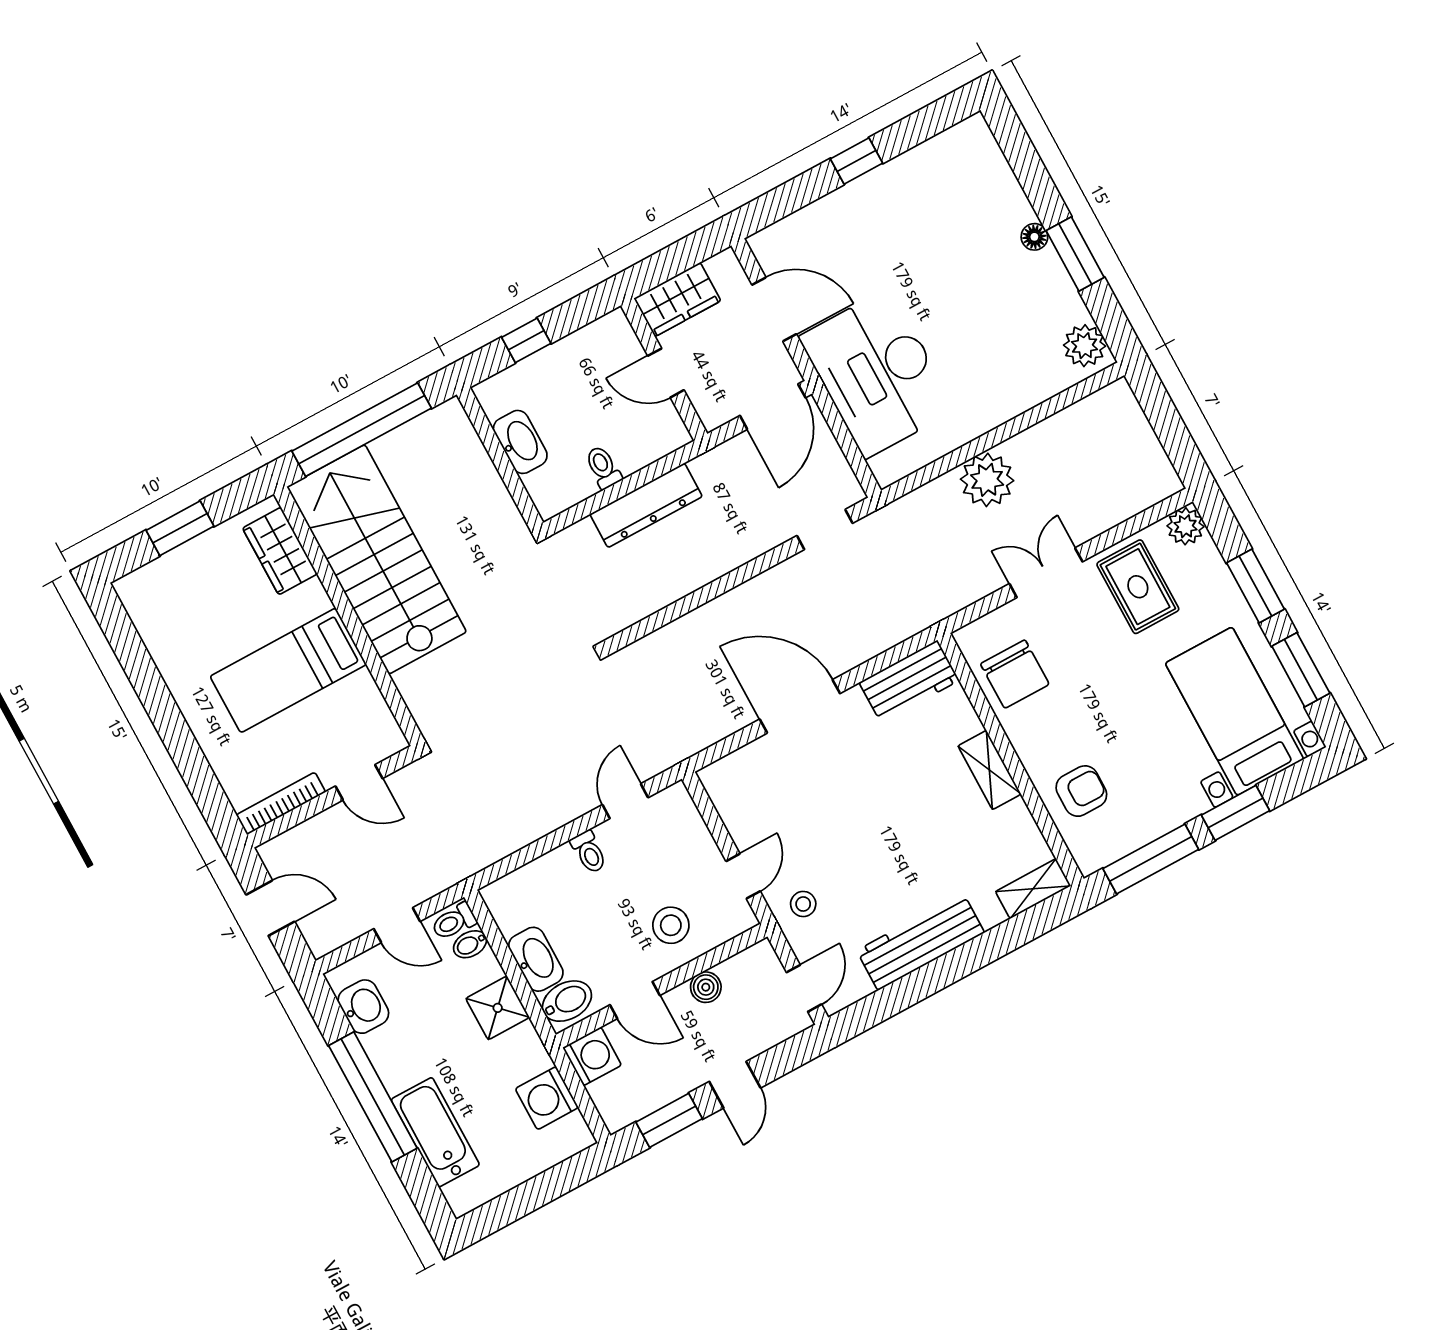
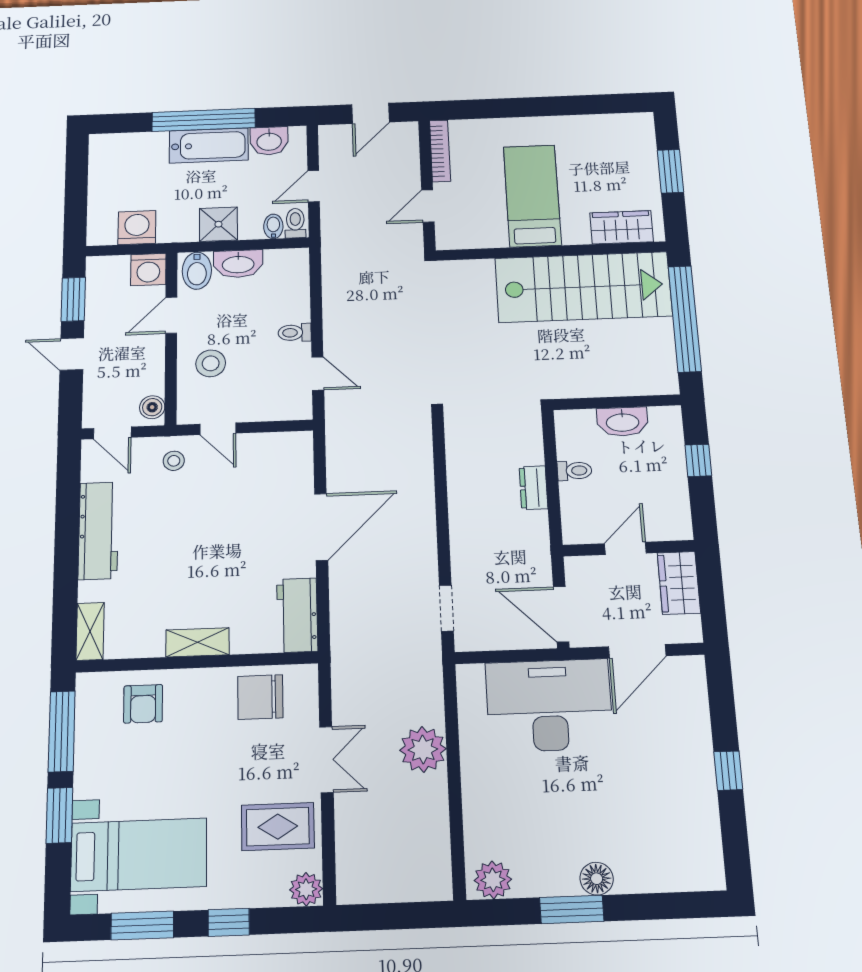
floor lamp: (1034, 237) -> (597, 879), width x1.37, depth x1.37
dresser: (646, 505) -> (534, 488), width x0.51, depth x0.80
window: (1255, 586) -> (229, 922), width x0.67
boiler: (706, 987) -> (152, 407), moved
bathtub: (435, 1132) -> (209, 146), moved

